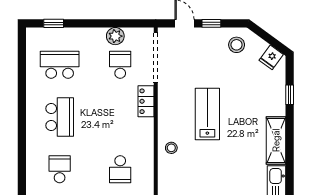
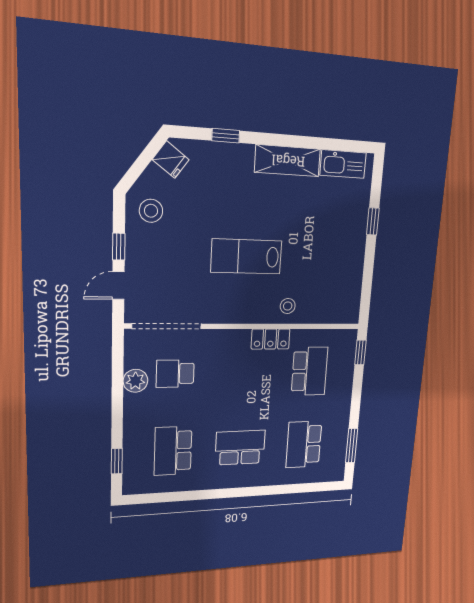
locker: (146, 101) -> (271, 339), moved
school desk: (60, 169) -> (304, 444), width x1.85
school desk: (120, 169) -> (309, 371), width x1.85

